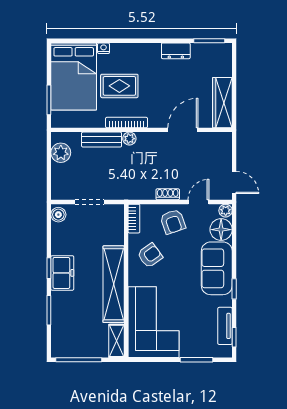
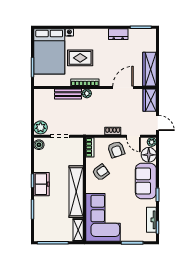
wardrobe: (222, 149) -> (150, 100), added
plant: (61, 153) -> (41, 127), moved
door: (198, 202) -> (133, 136), swing flipped

